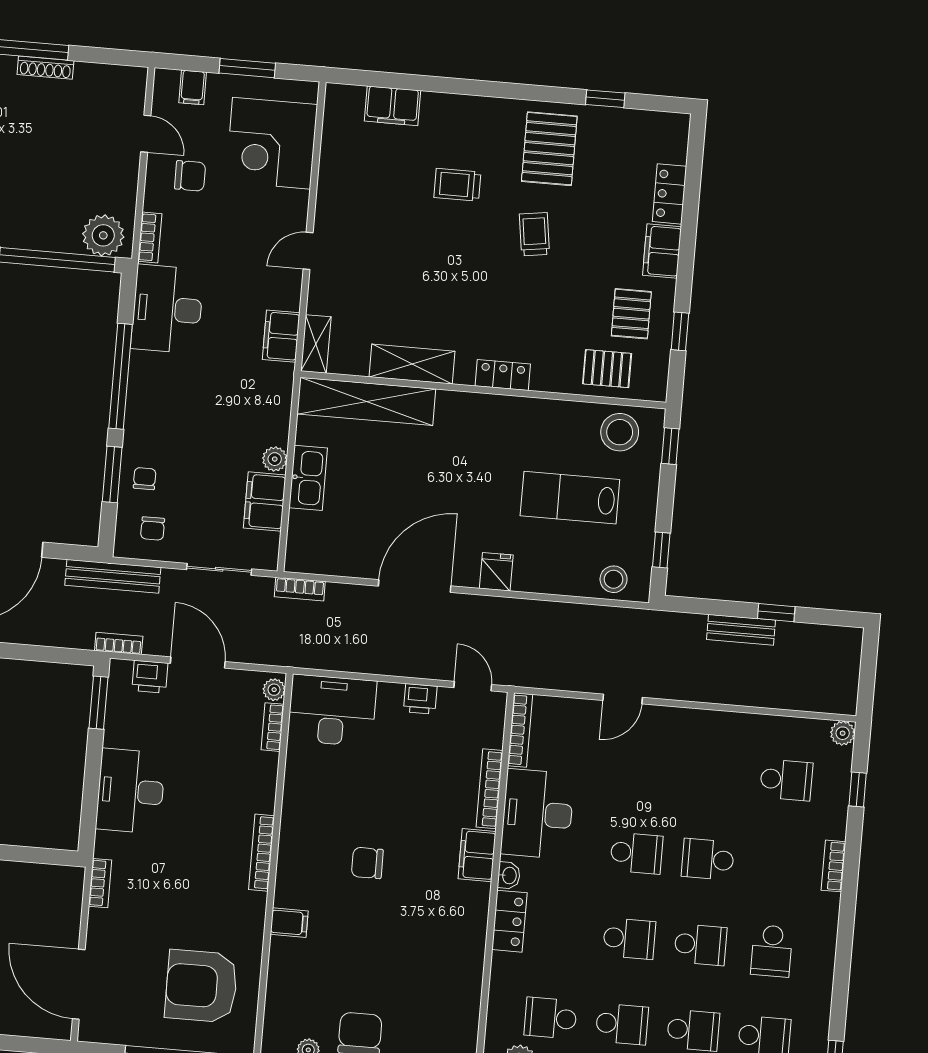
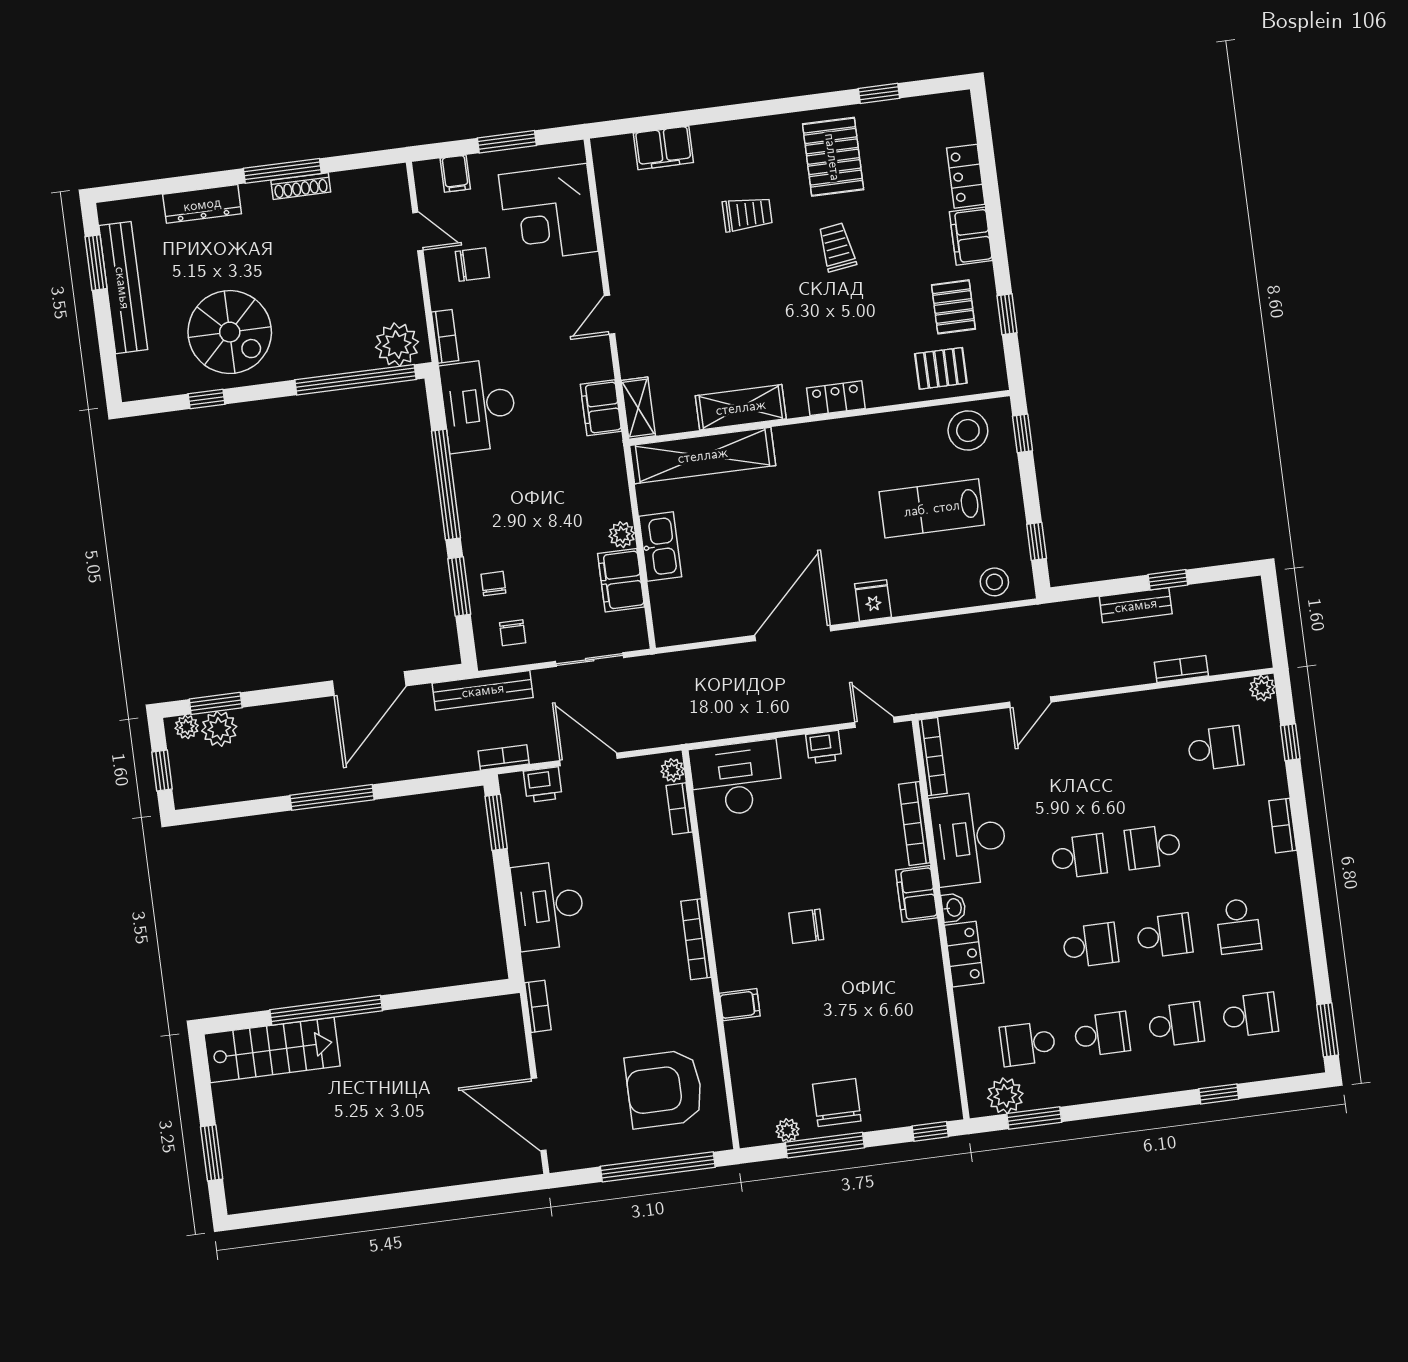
trolley: (457, 185) -> (747, 214), turned 180
bookcase: (300, 589) -> (1181, 669), moved, turned 180

